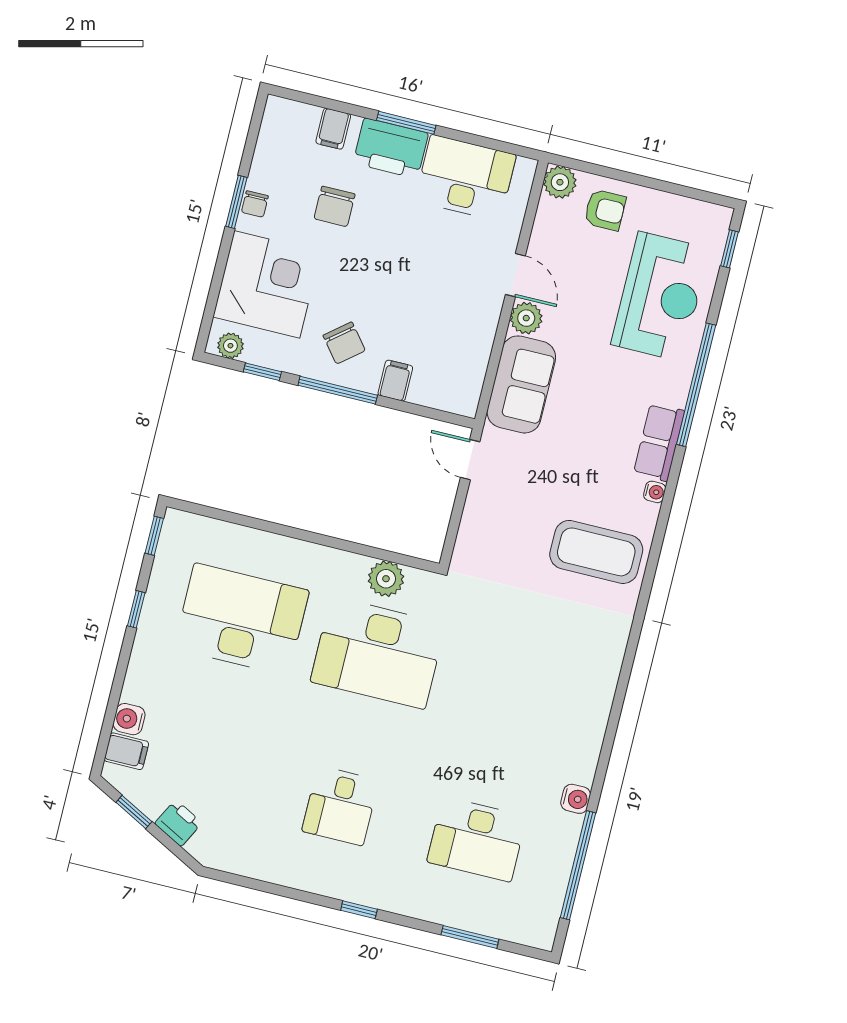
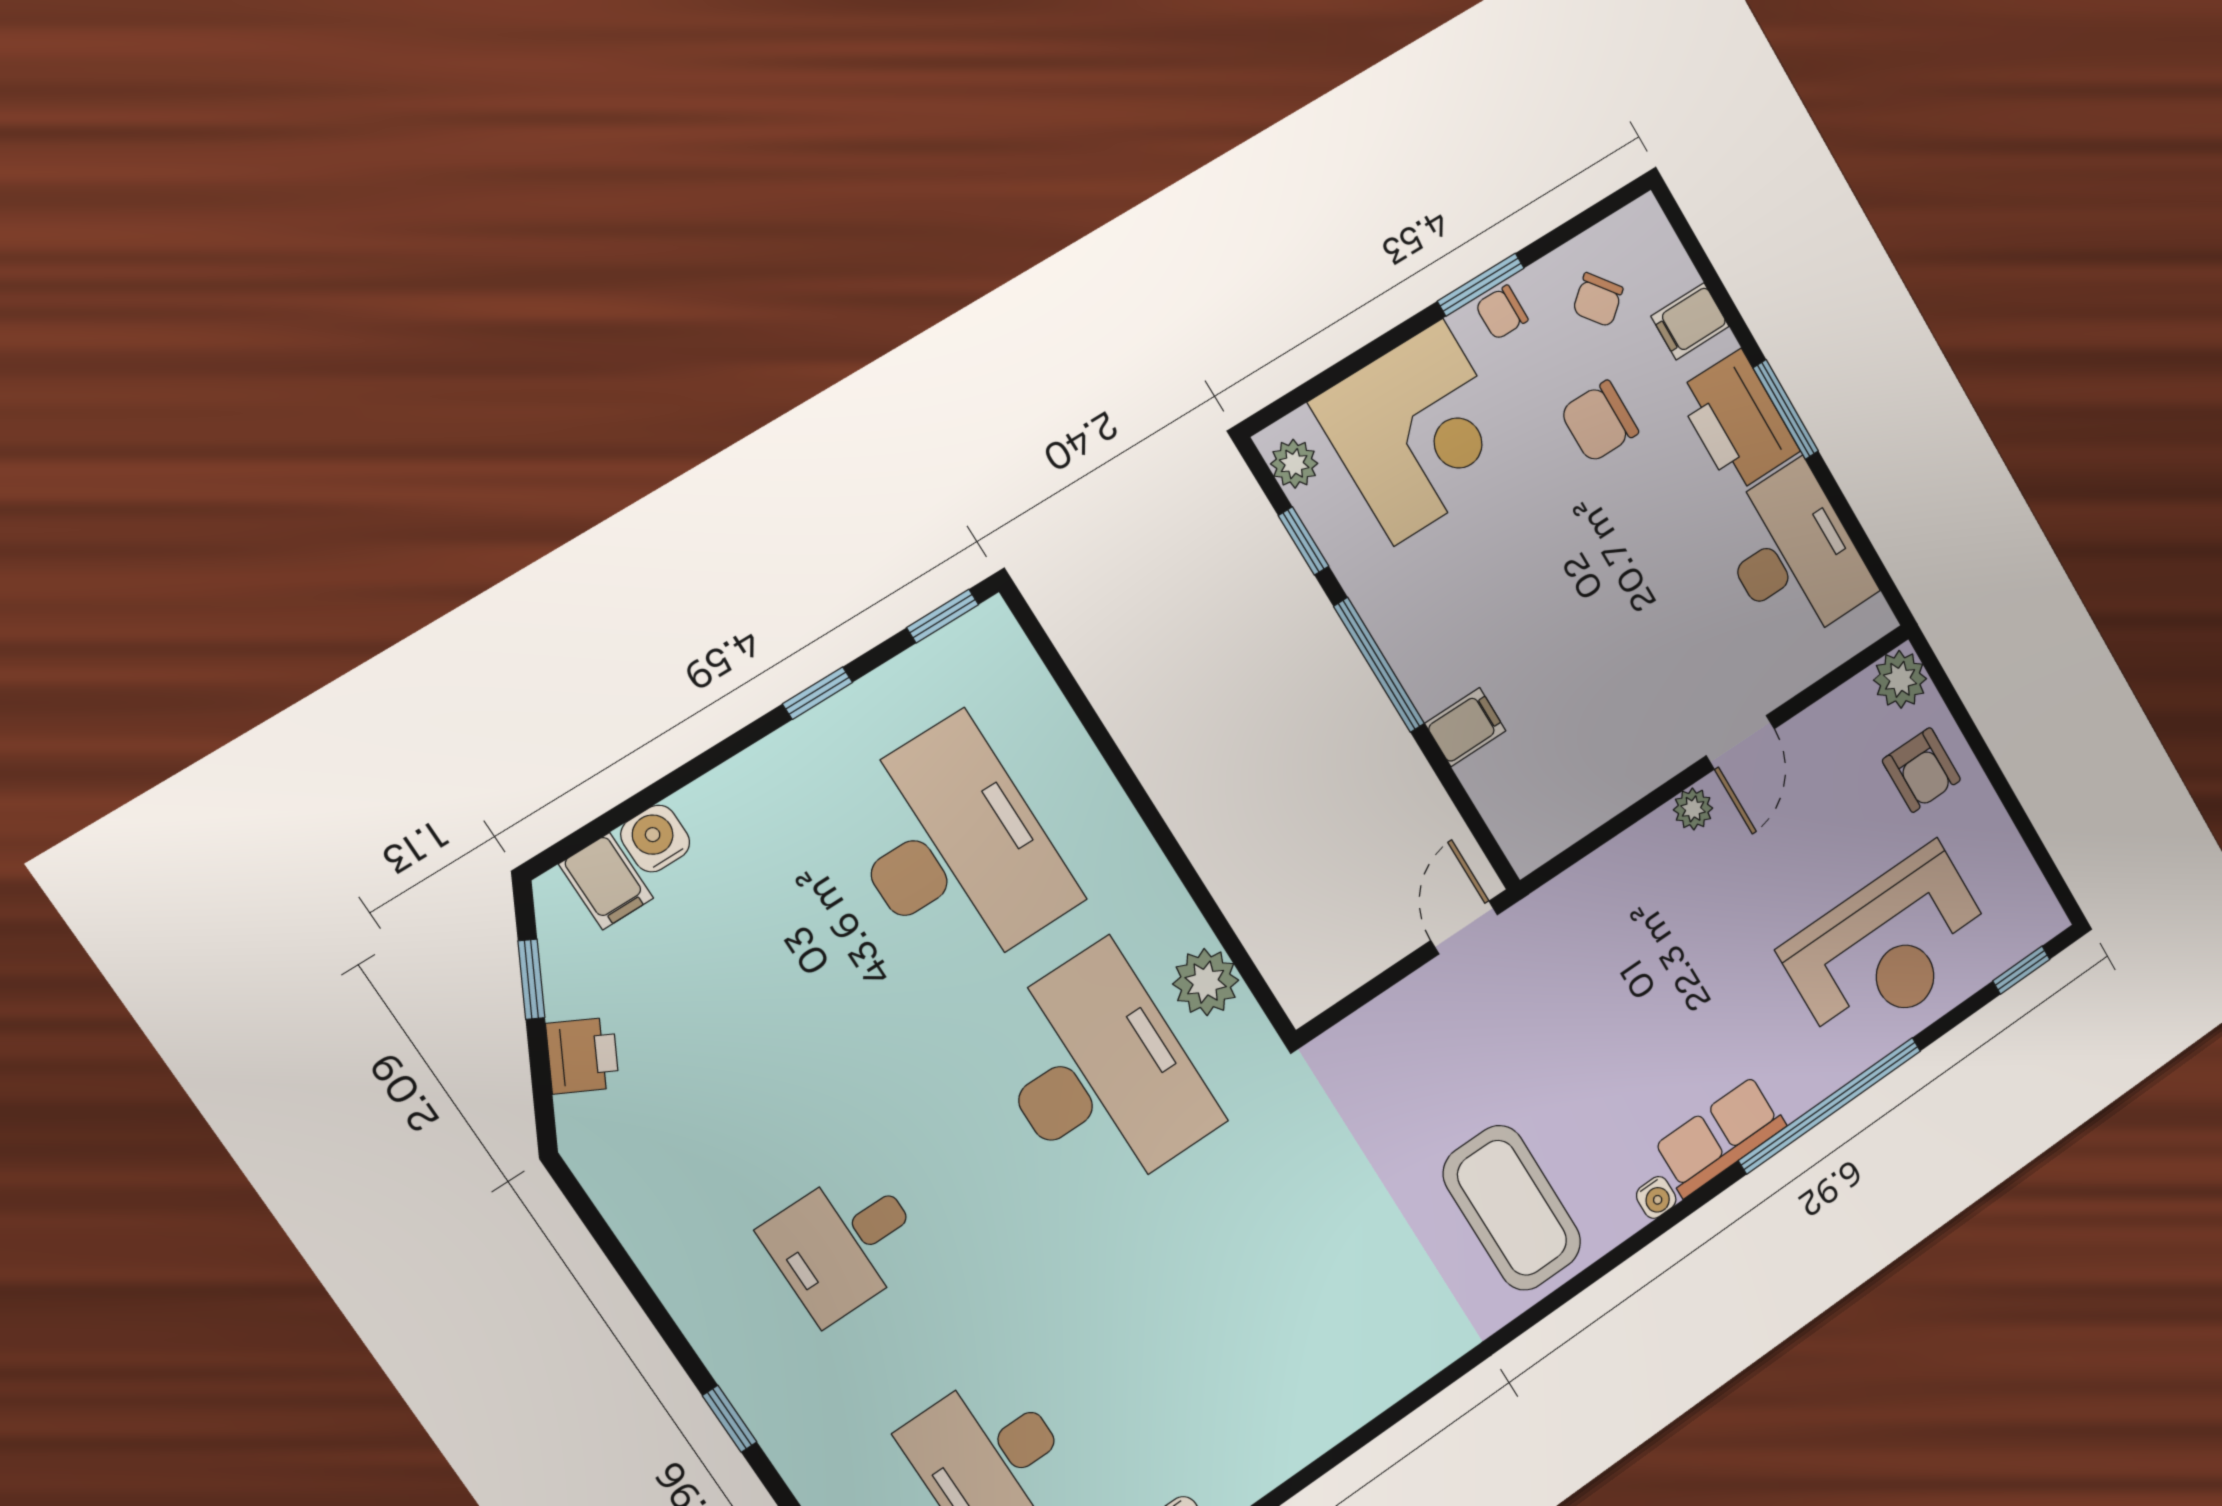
plant: (526, 318) -> (1693, 809), width x0.73, depth x0.73
chair: (344, 343) -> (1598, 300), moved, width x0.73, depth x0.73
sofa: (521, 384) -> (1619, 892), removed
desk: (378, 653) -> (1099, 1074), turned 180

